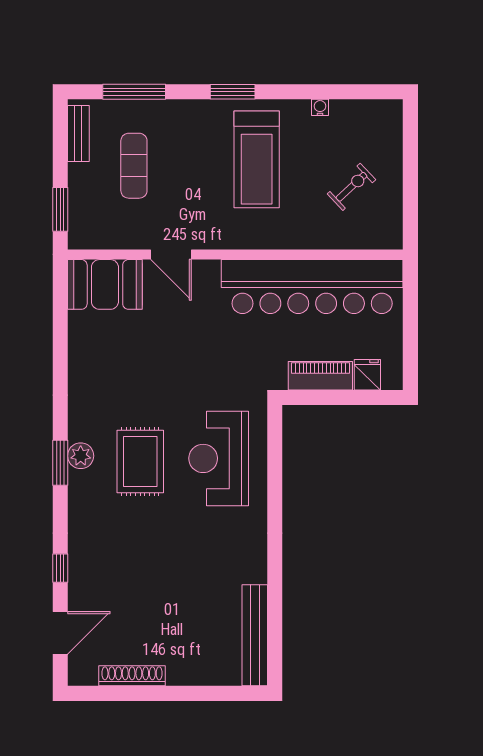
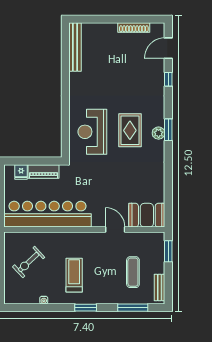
treadmill: (257, 159) -> (74, 275), width x0.73, depth x0.73
exercise bike: (351, 187) -> (29, 262), width x1.38, depth x1.39
reception desk: (219, 458) -> (92, 132), turned 180

